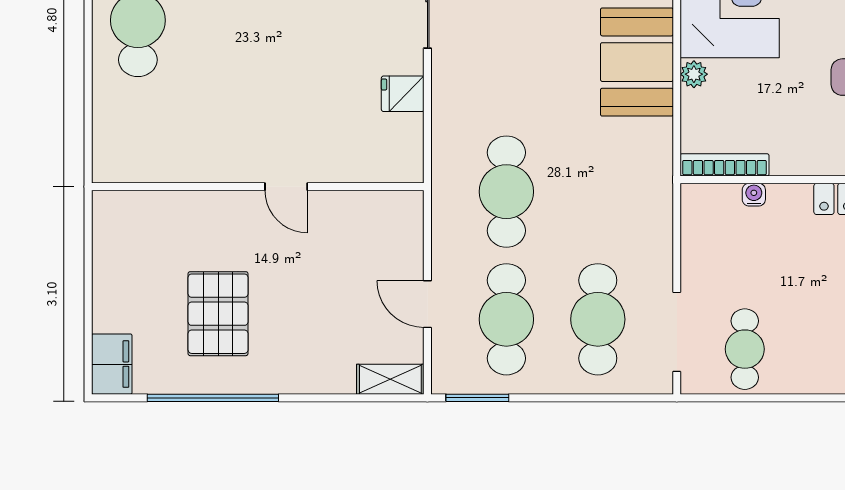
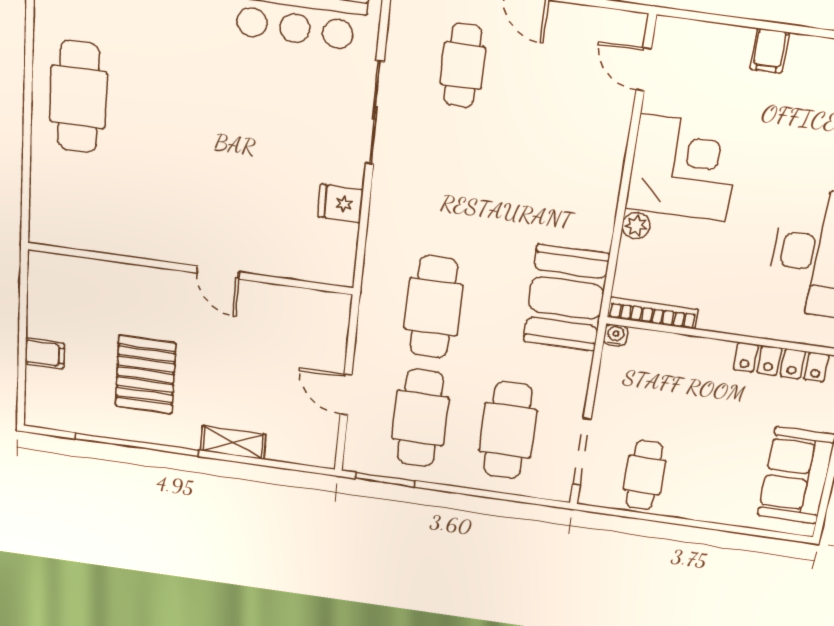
booth: (637, 62) -> (566, 298), moved
water cooler: (754, 195) -> (616, 335), moved
filing cabinet: (112, 364) -> (45, 353), moved, width x0.50
shelving: (390, 379) -> (233, 443), moved

